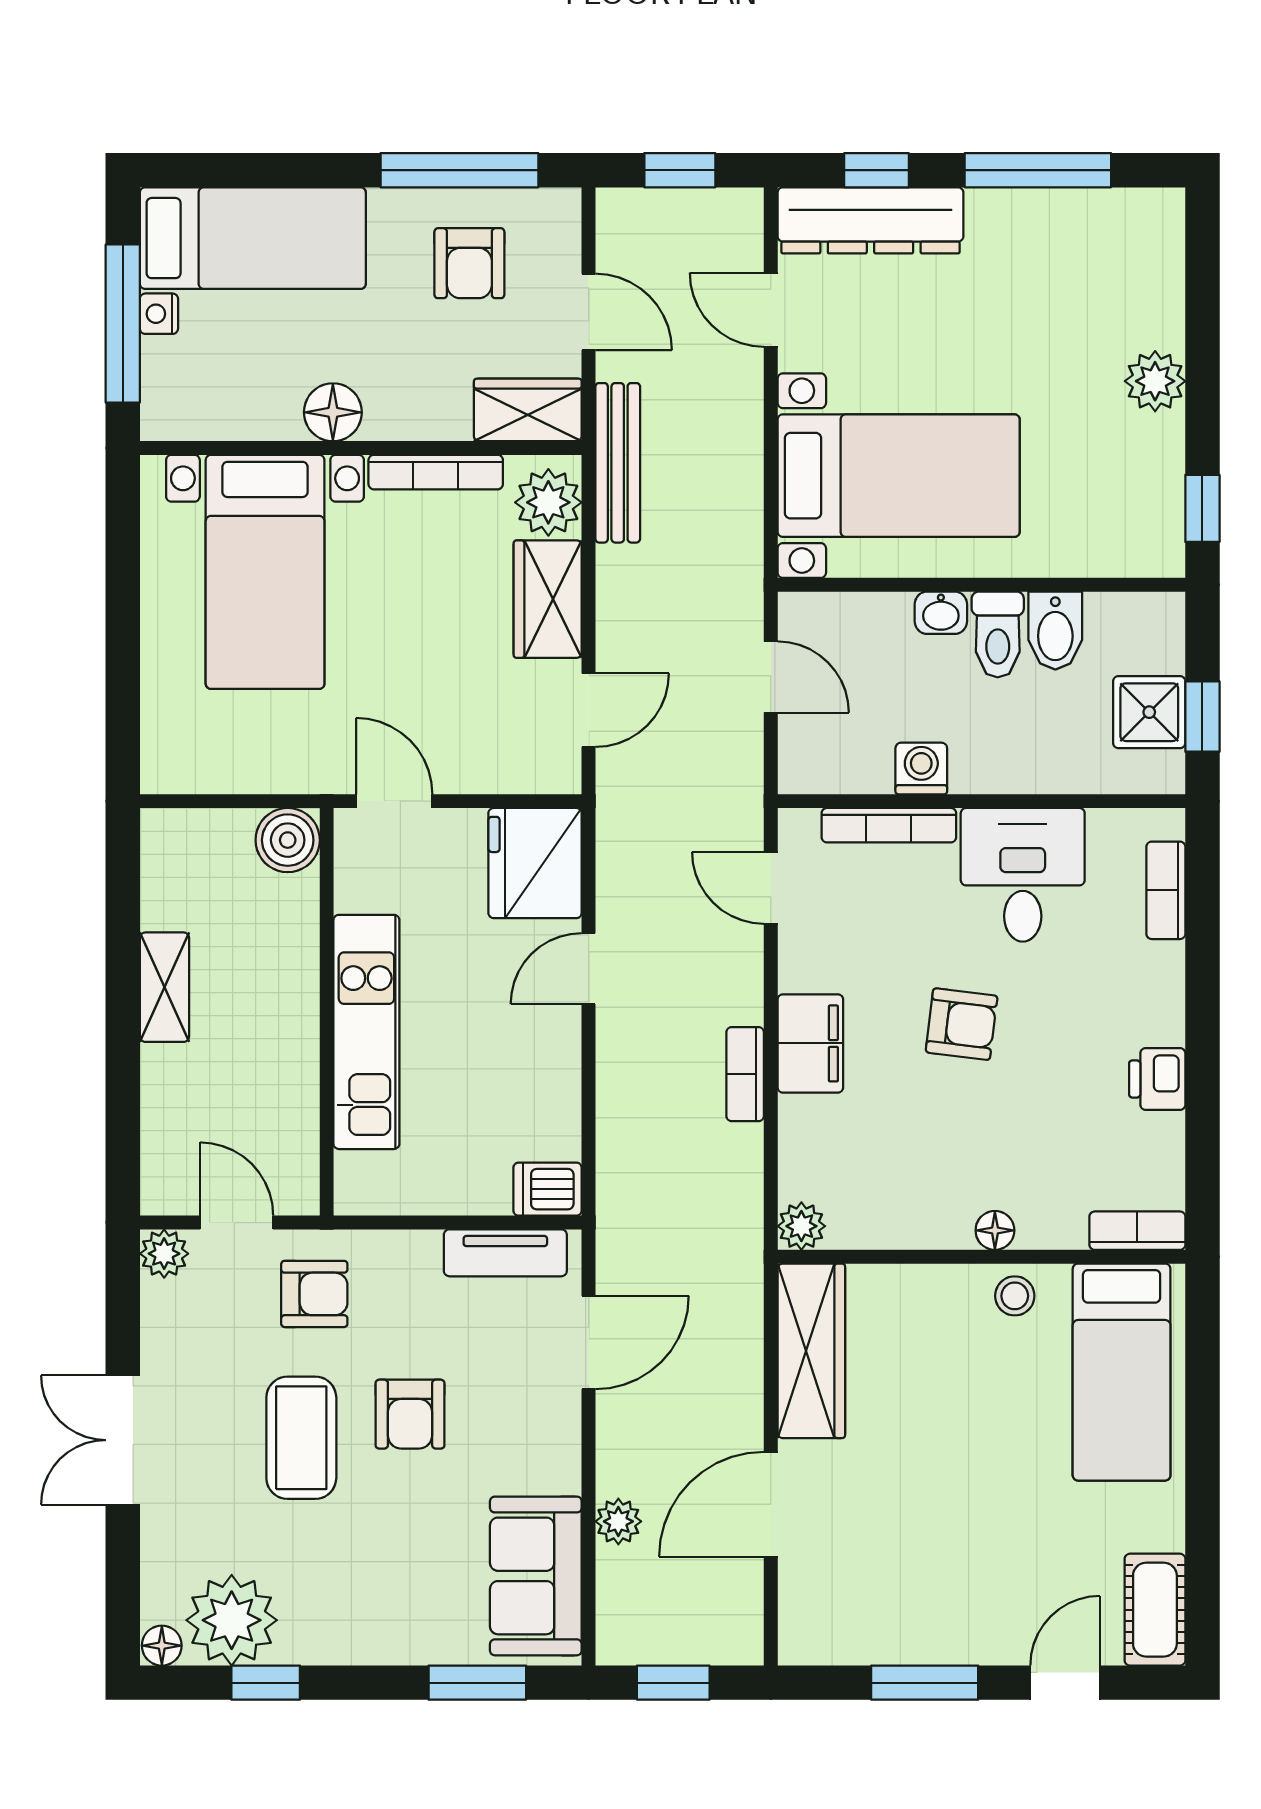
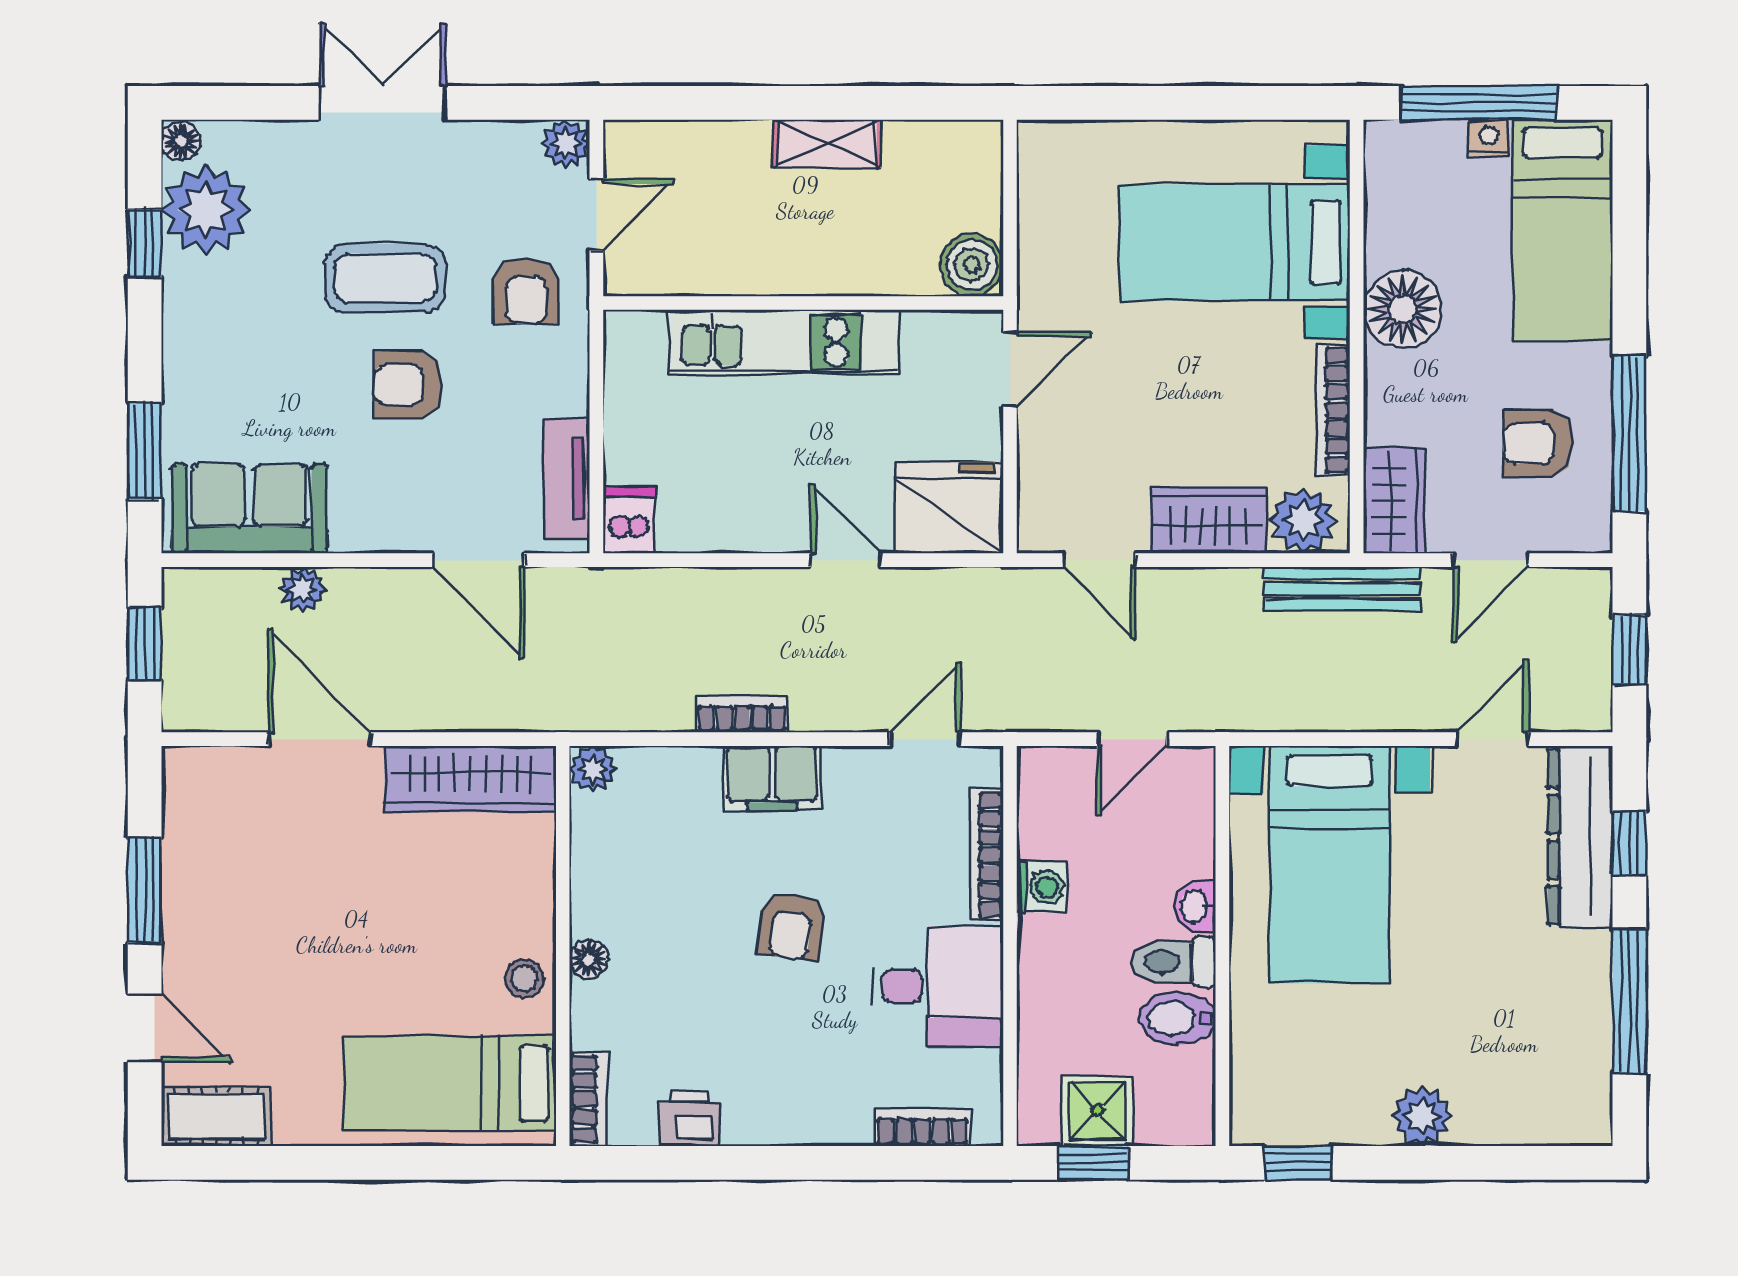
floor lamp: (333, 412) -> (1402, 309), width x1.38, depth x1.38
printer: (1157, 1079) -> (689, 1118), moved

